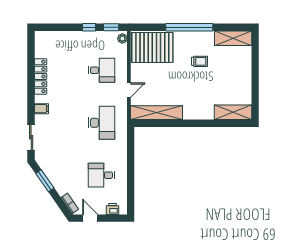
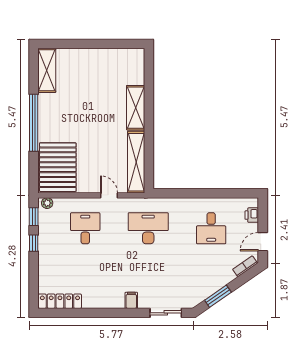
trolley: (200, 61) -> (74, 110), removed
locker: (41, 76) -> (60, 301), moved
shelving: (233, 112) -> (136, 108), moved

